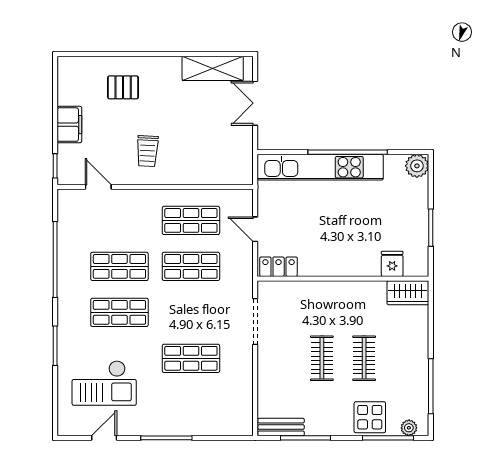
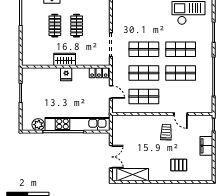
plant: (417, 166) -> (38, 125), moved
door: (98, 187) -> (181, 114), moved
fridge: (392, 264) -> (66, 74), moved
wardrobe: (408, 293) -> (65, 59), moved
shop shelf: (191, 358) -> (144, 49), moved

